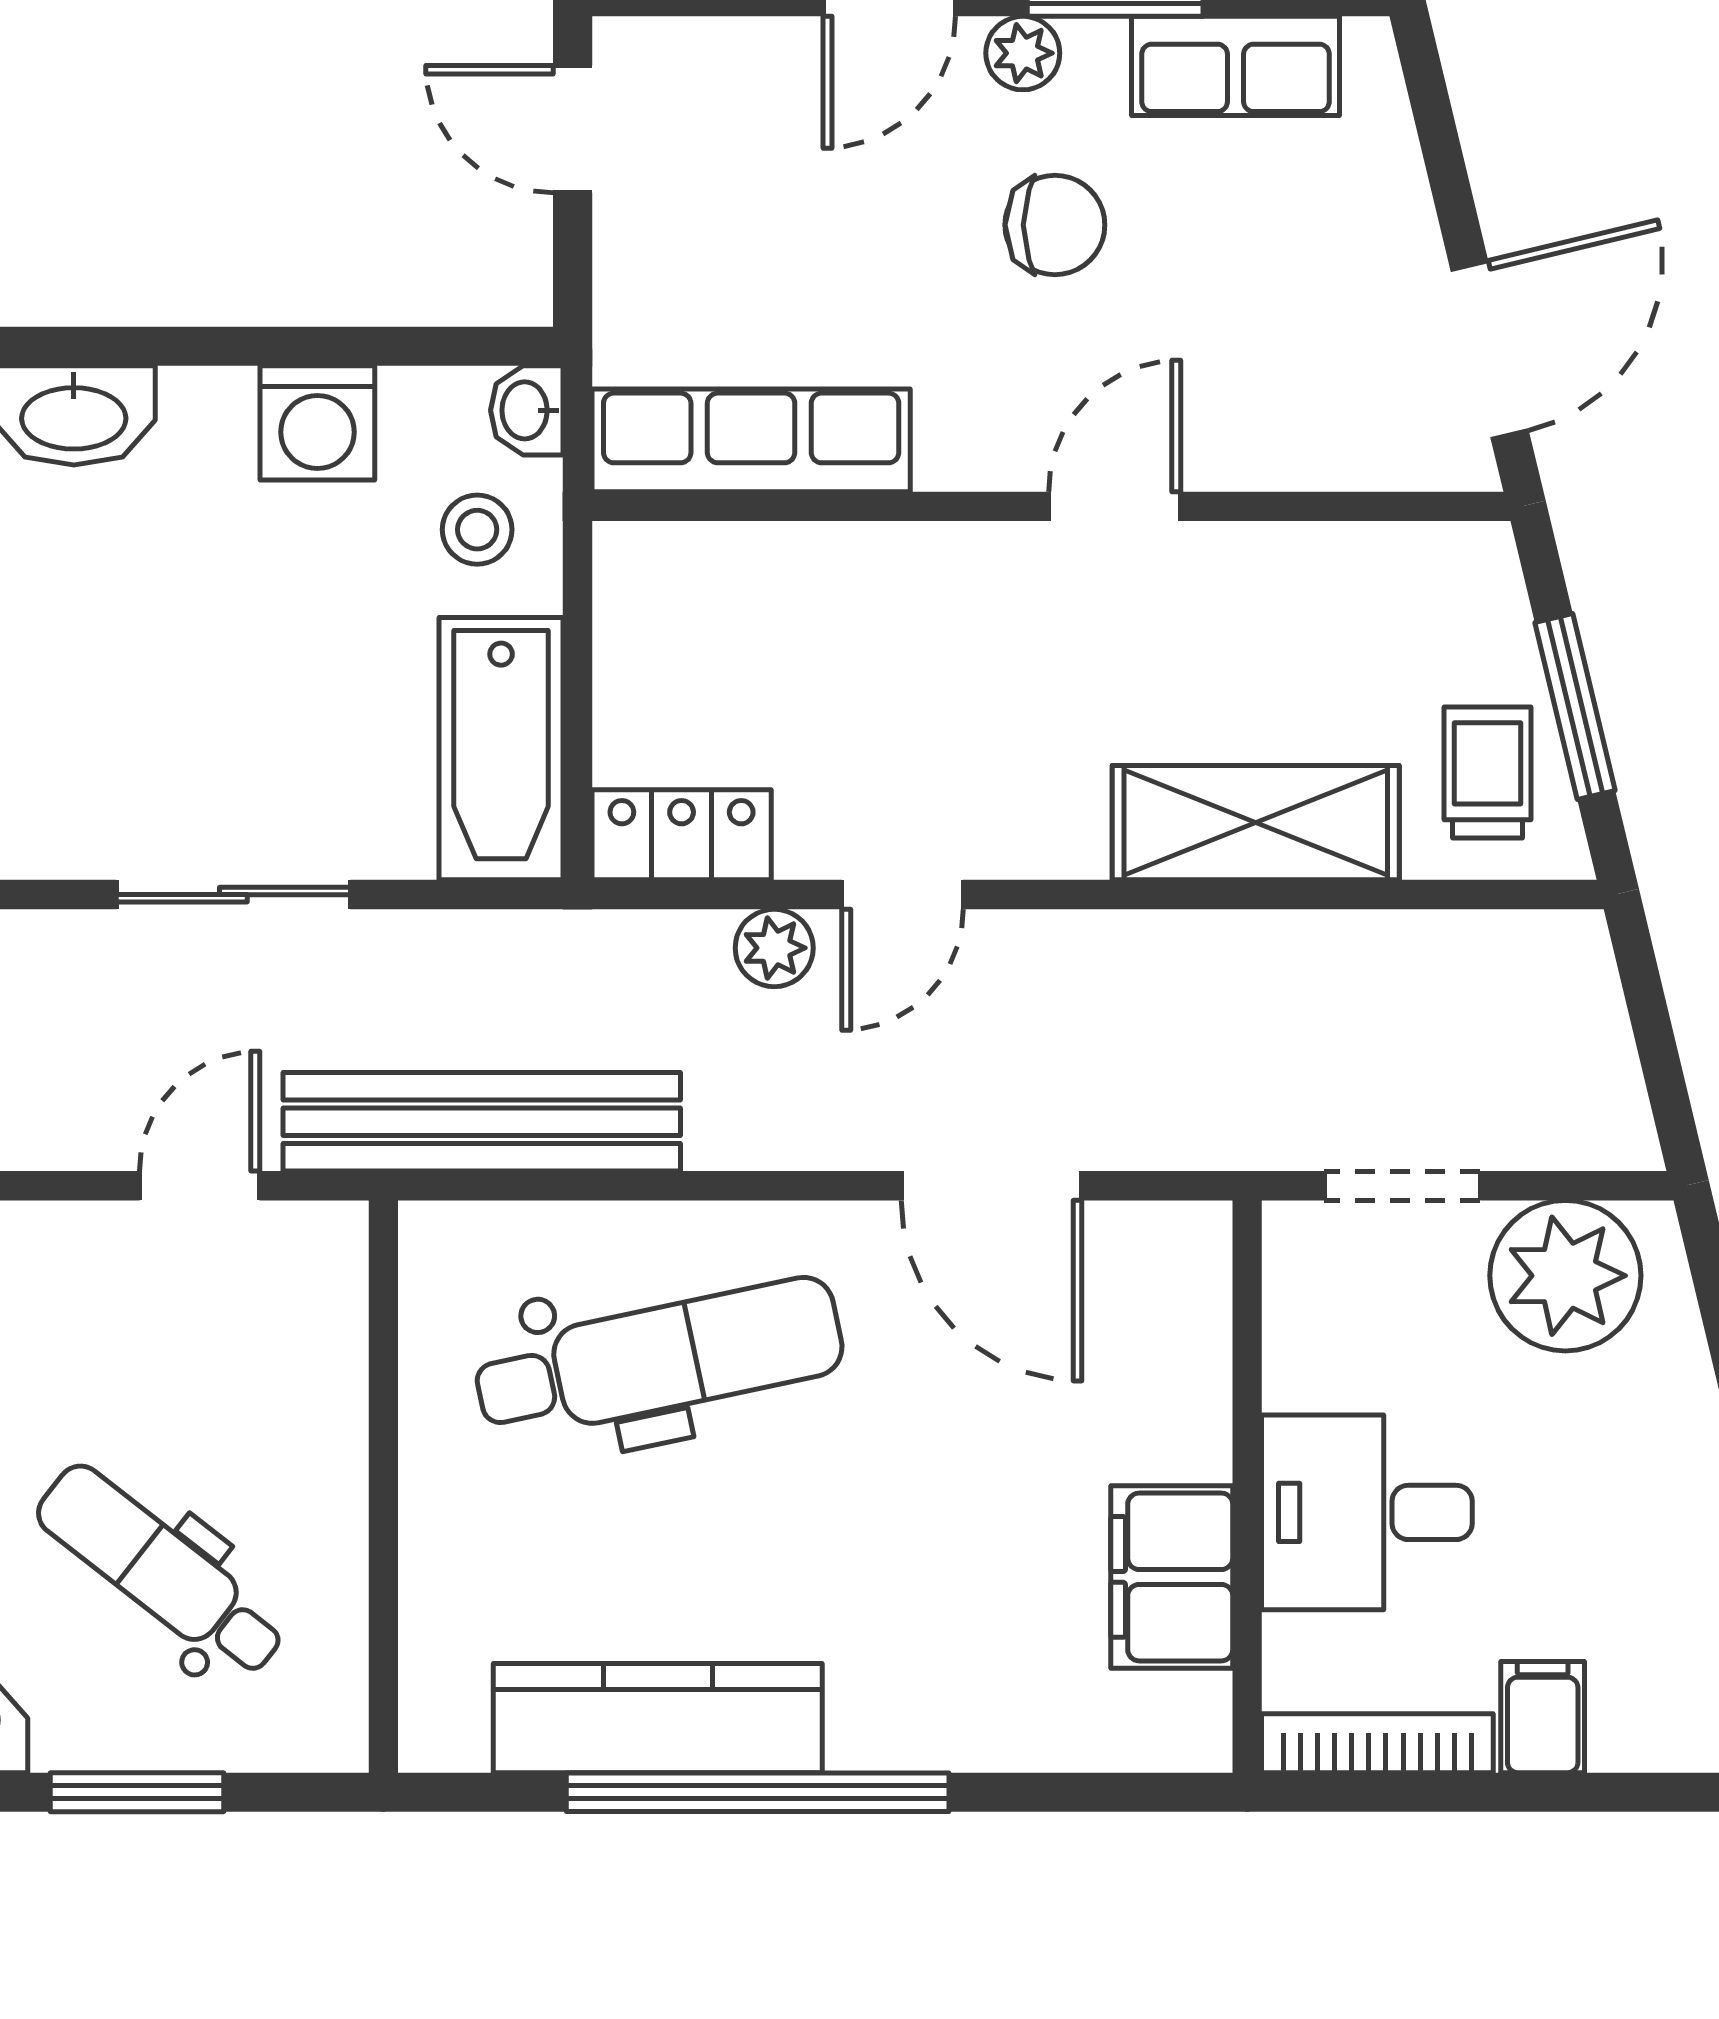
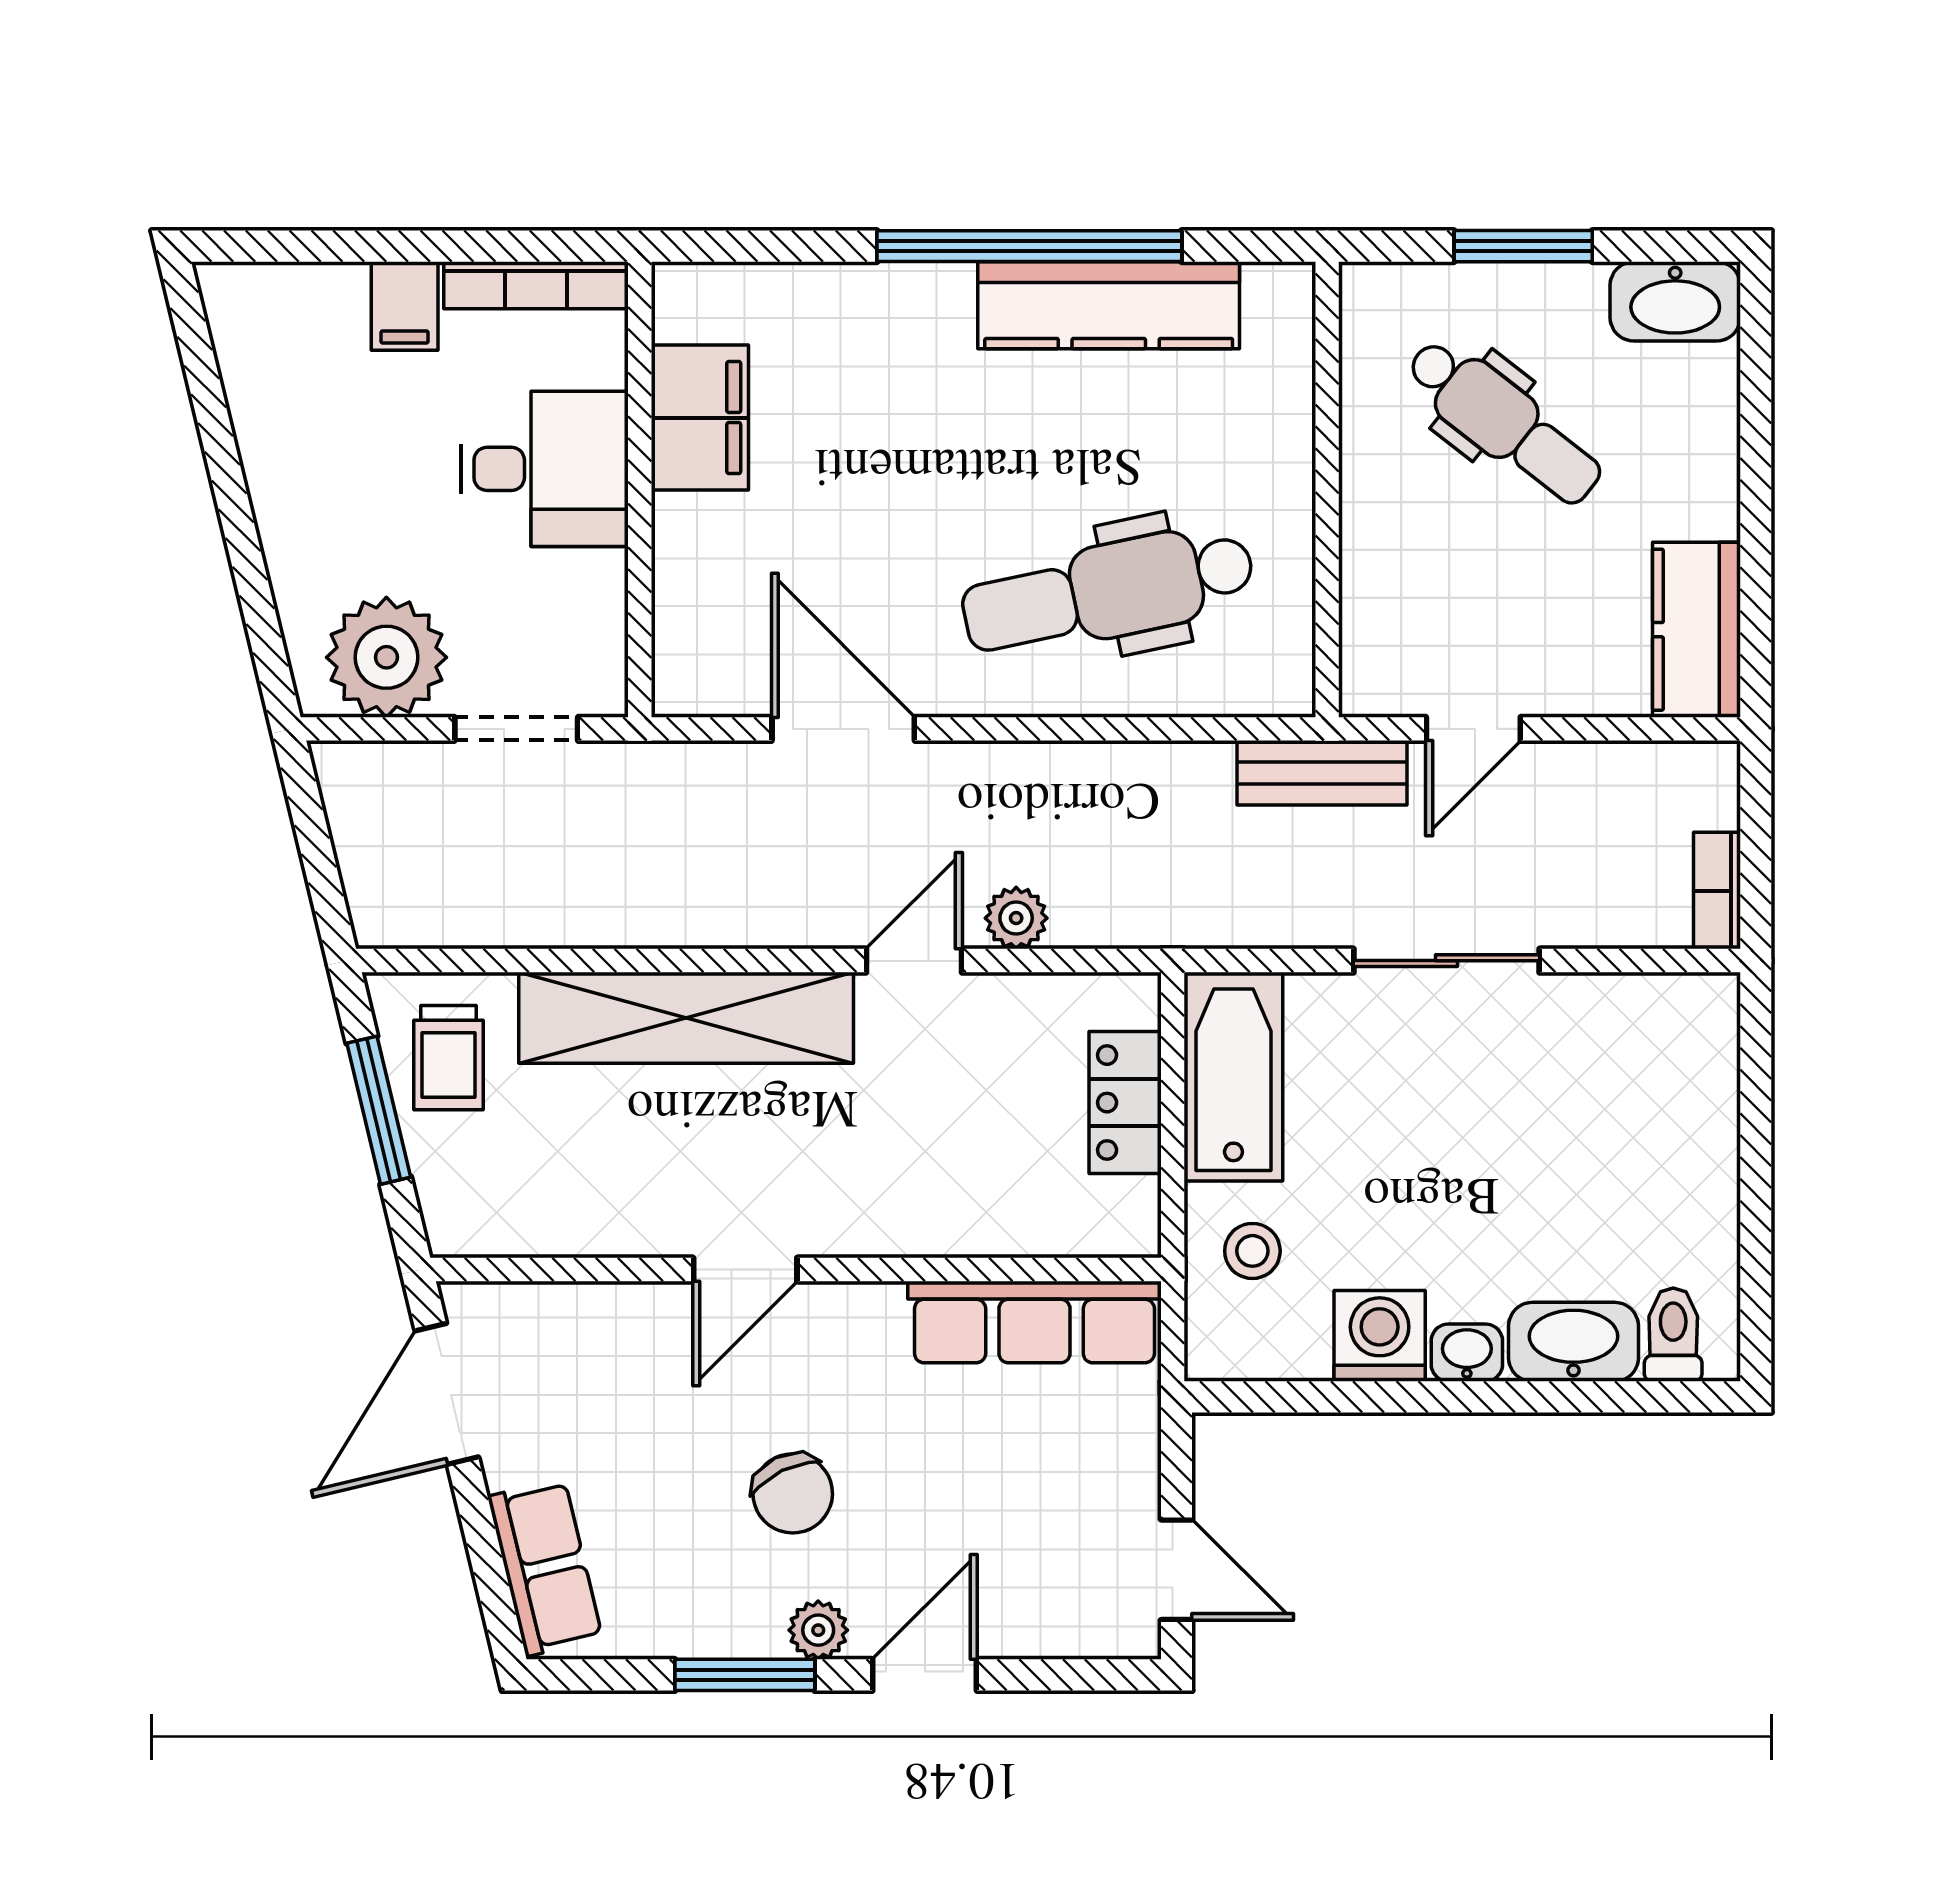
row of seats: (1236, 66) -> (545, 1567), moved, turned 77
chair: (1055, 225) -> (793, 1493), turned -116
washbasin: (527, 410) -> (1467, 1353), moved, turned -90
shelving: (1256, 823) -> (686, 1018), width x1.47
locker: (682, 835) -> (1125, 1103), moved, turned 90
bench: (482, 1122) -> (1322, 773), width x0.54, depth x0.82

